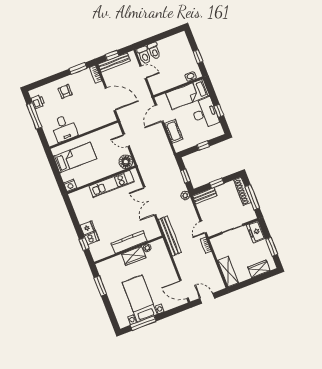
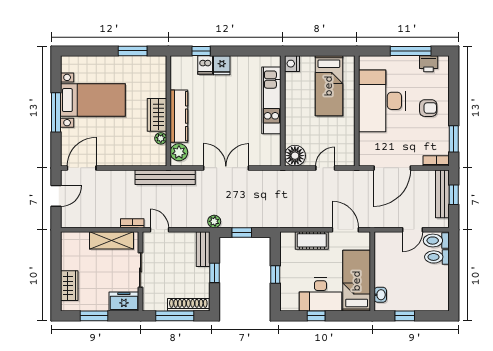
desk: (64, 128) -> (382, 101), width x1.87, depth x1.30
kitchen unit: (112, 184) -> (271, 100), moved
plant: (151, 233) -> (179, 152), added
shelving: (228, 272) -> (112, 240), moved
window: (143, 323) -> (56, 112), moved

